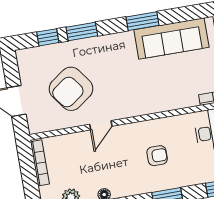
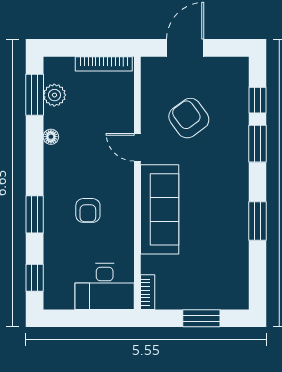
sofa: (171, 39) -> (160, 209), moved, turned 180
armchair: (71, 89) -> (189, 118), width x0.73, depth x0.73

